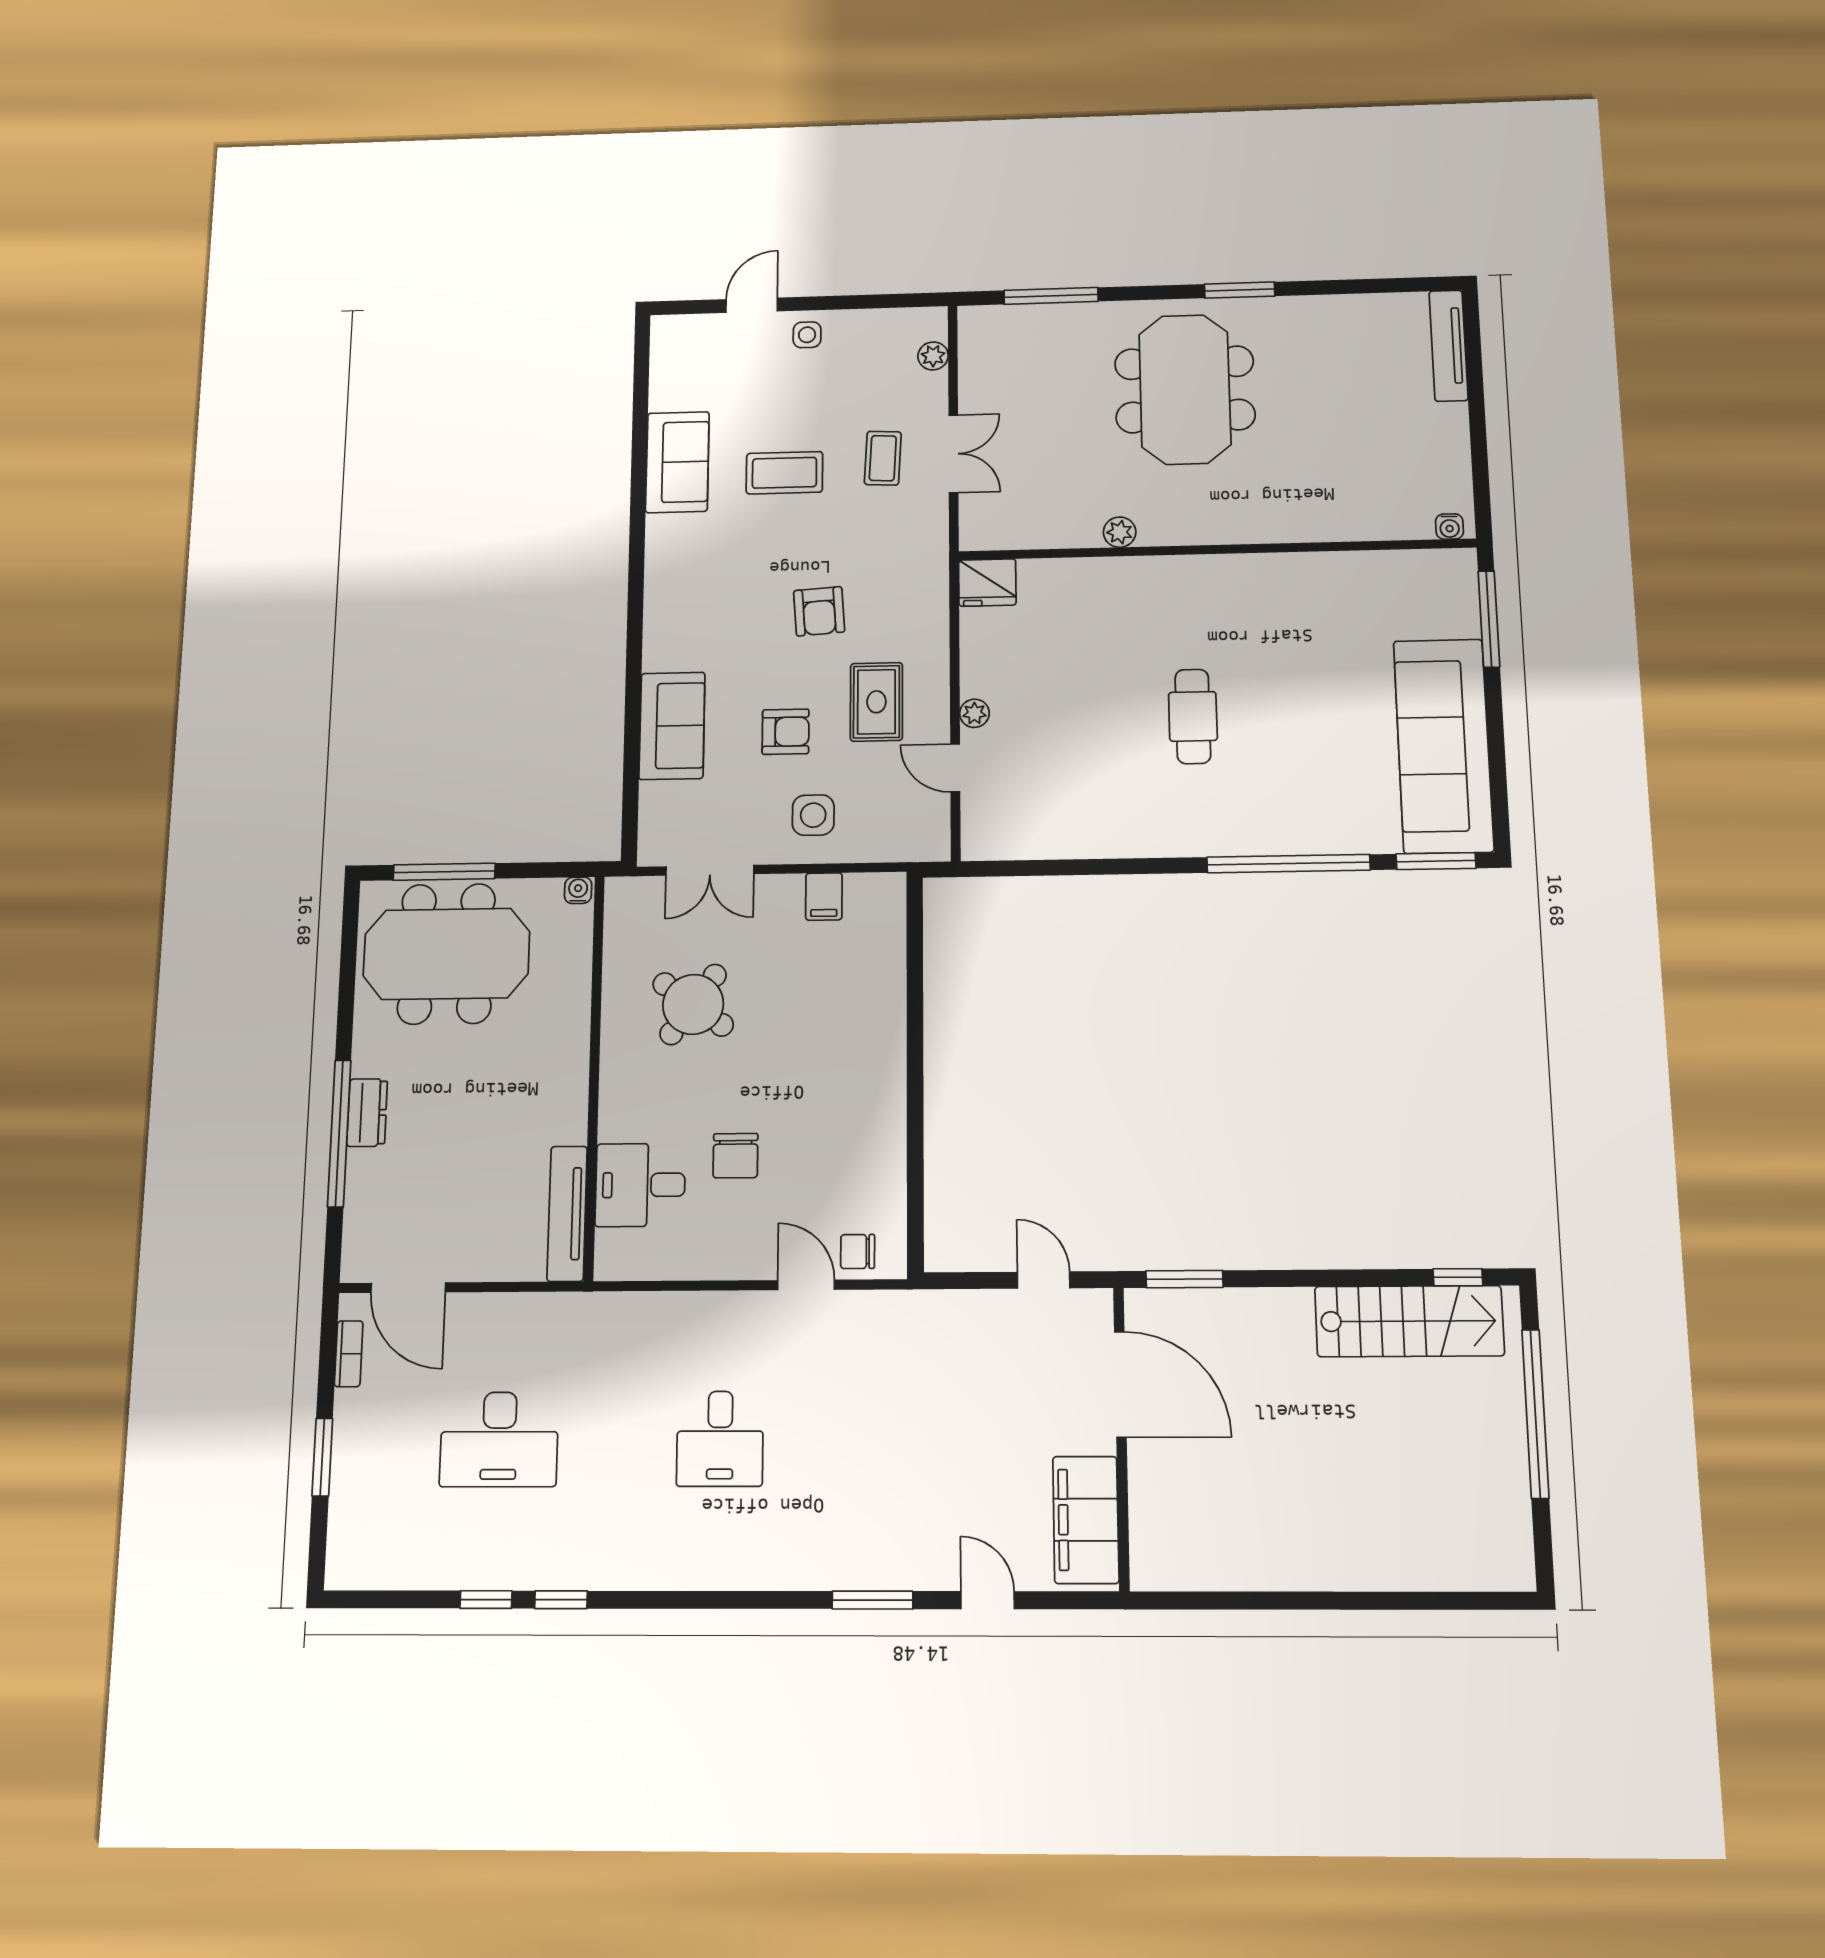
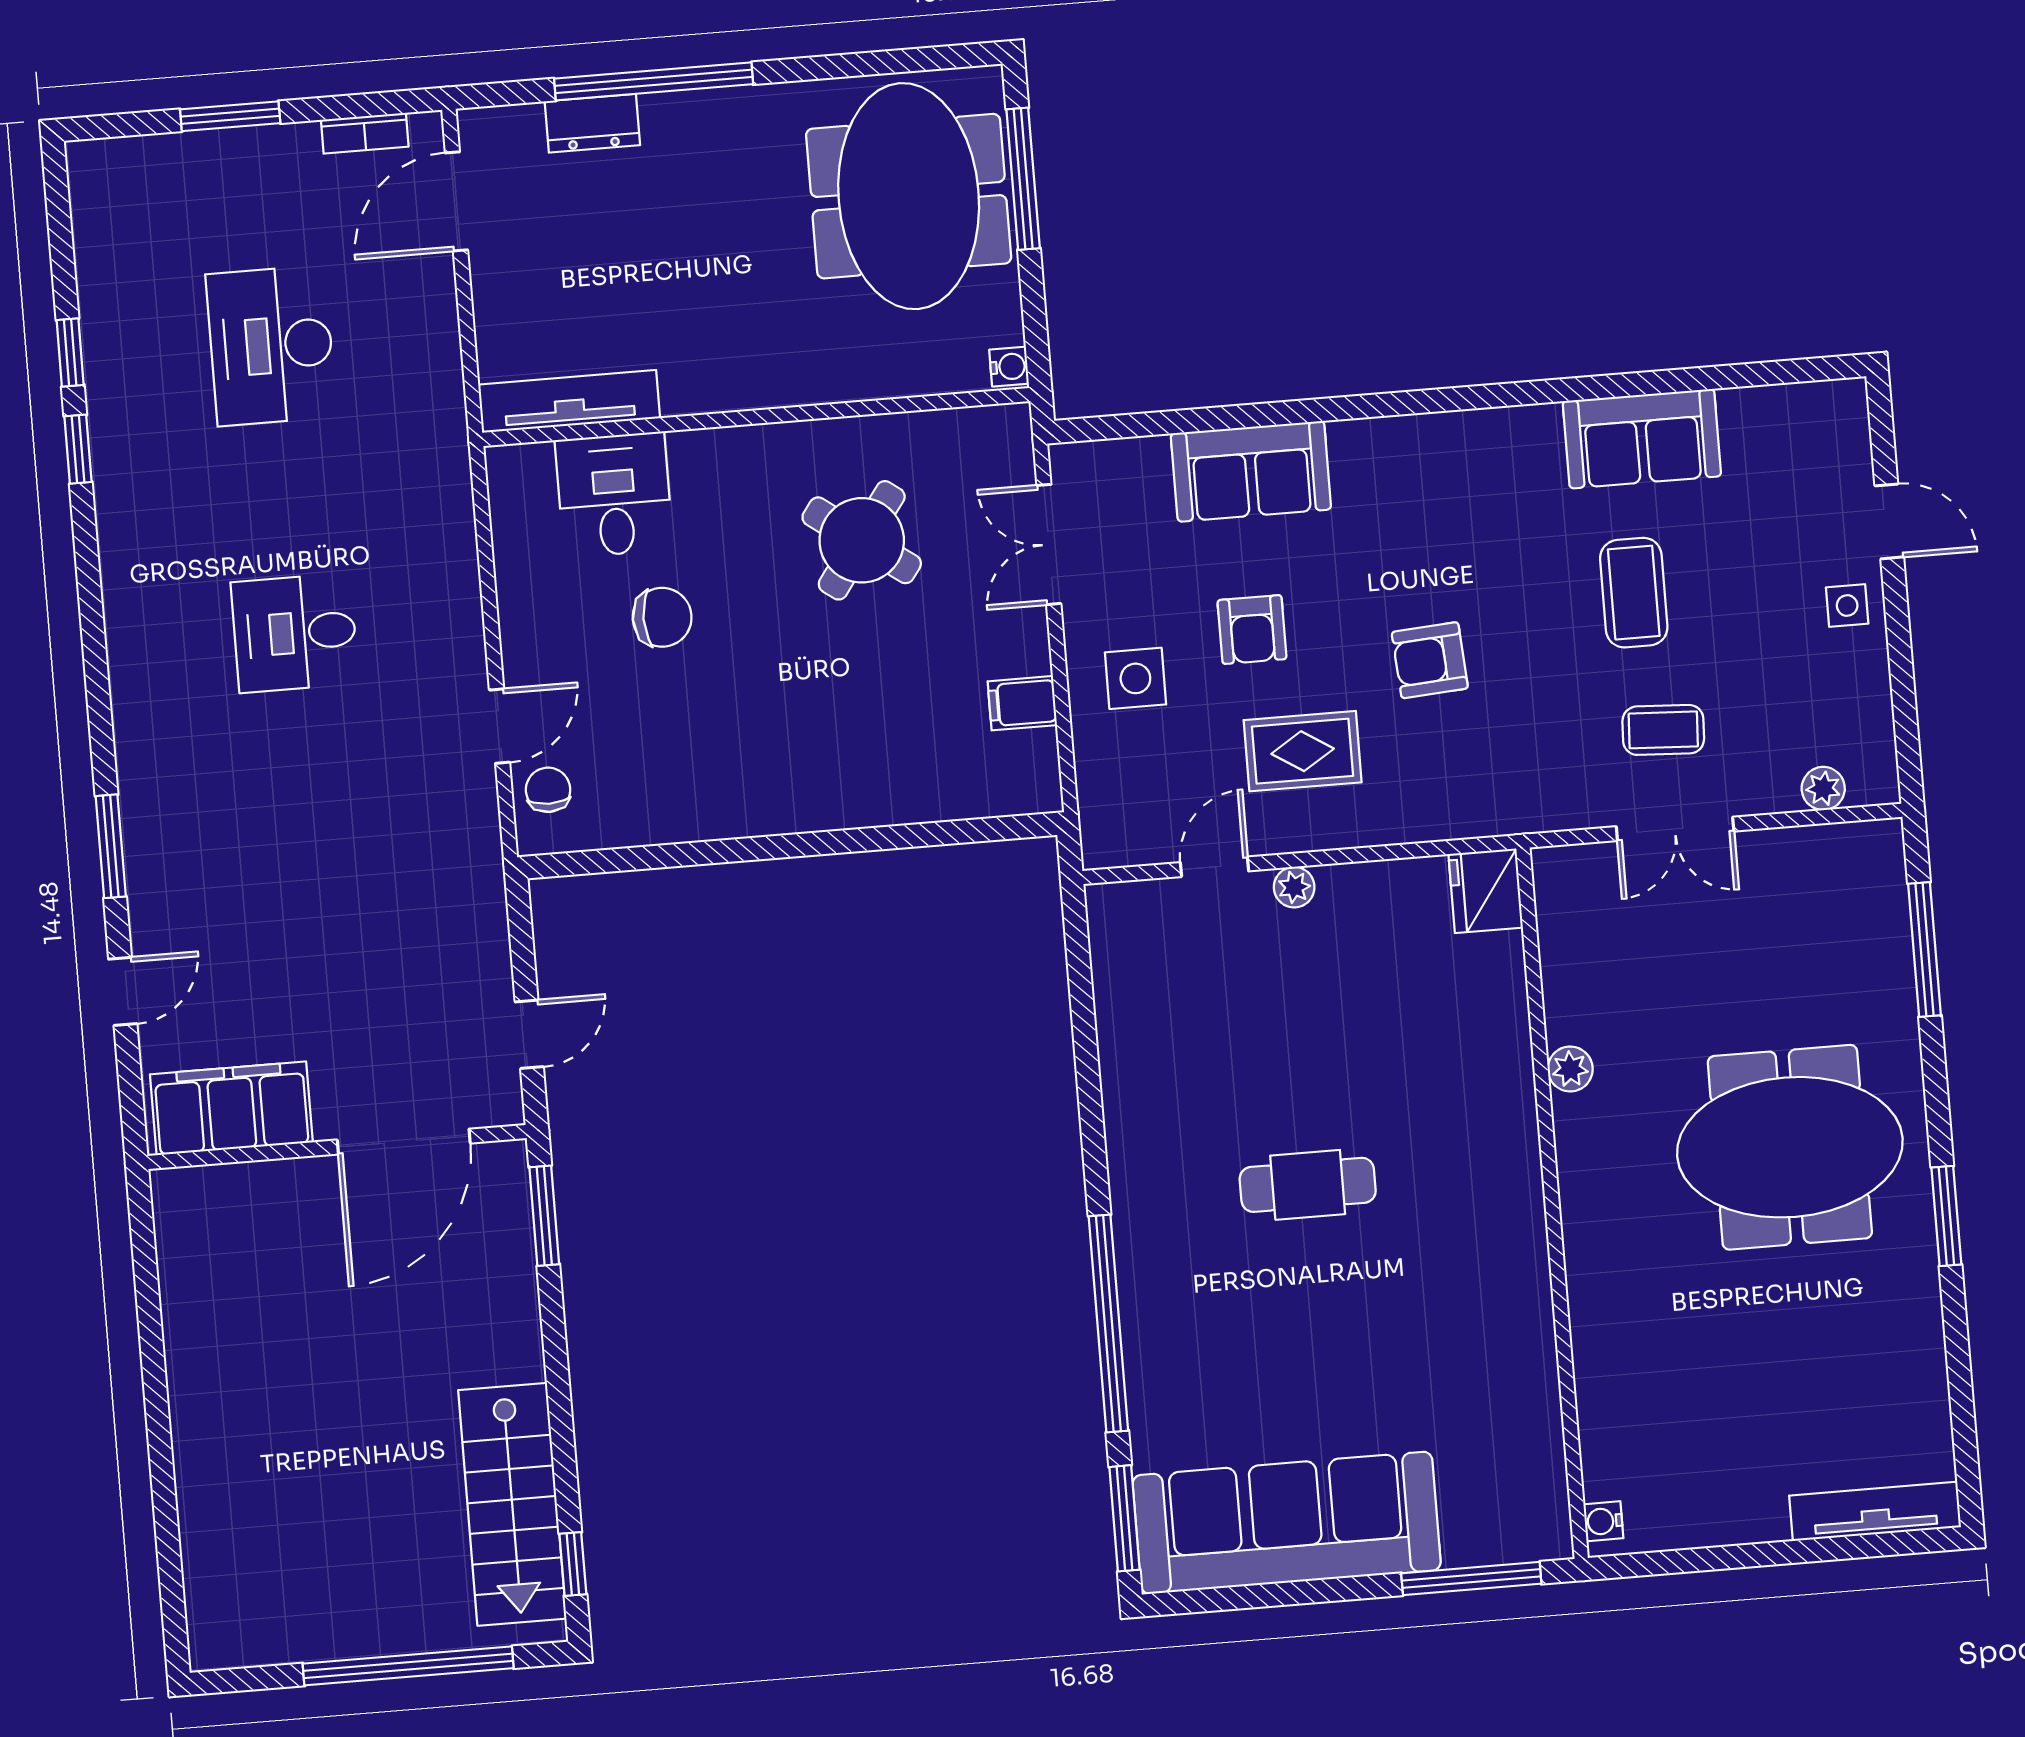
dresser: (367, 1113) -> (592, 123), moved
chair: (735, 1156) -> (662, 617), turned 180

